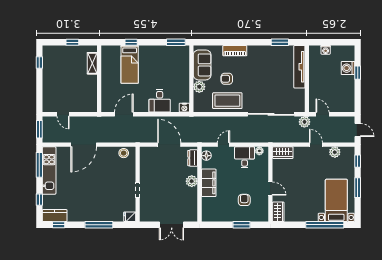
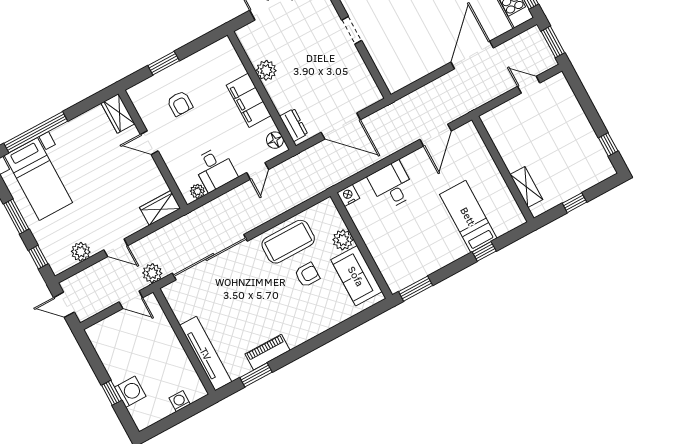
piano: (235, 51) -> (267, 352), moved
stool: (124, 153) -> (404, 75), removed
plant: (192, 181) -> (266, 70), moved

